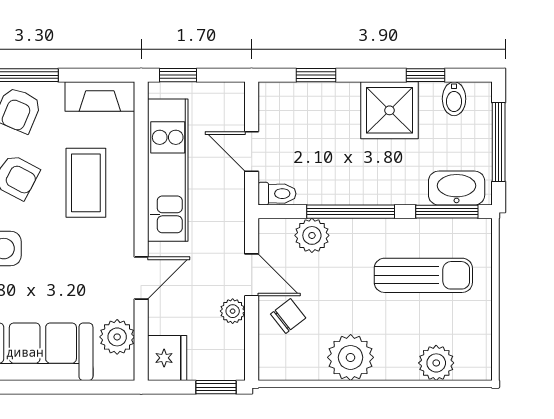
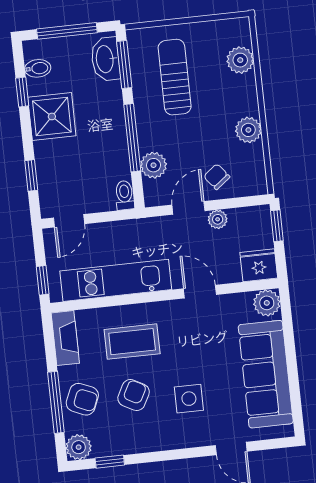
door: (252, 151) -> (69, 221), moved
plant: (117, 337) -> (267, 303), moved
plant: (351, 357) -> (248, 130), width x0.73, depth x0.73

